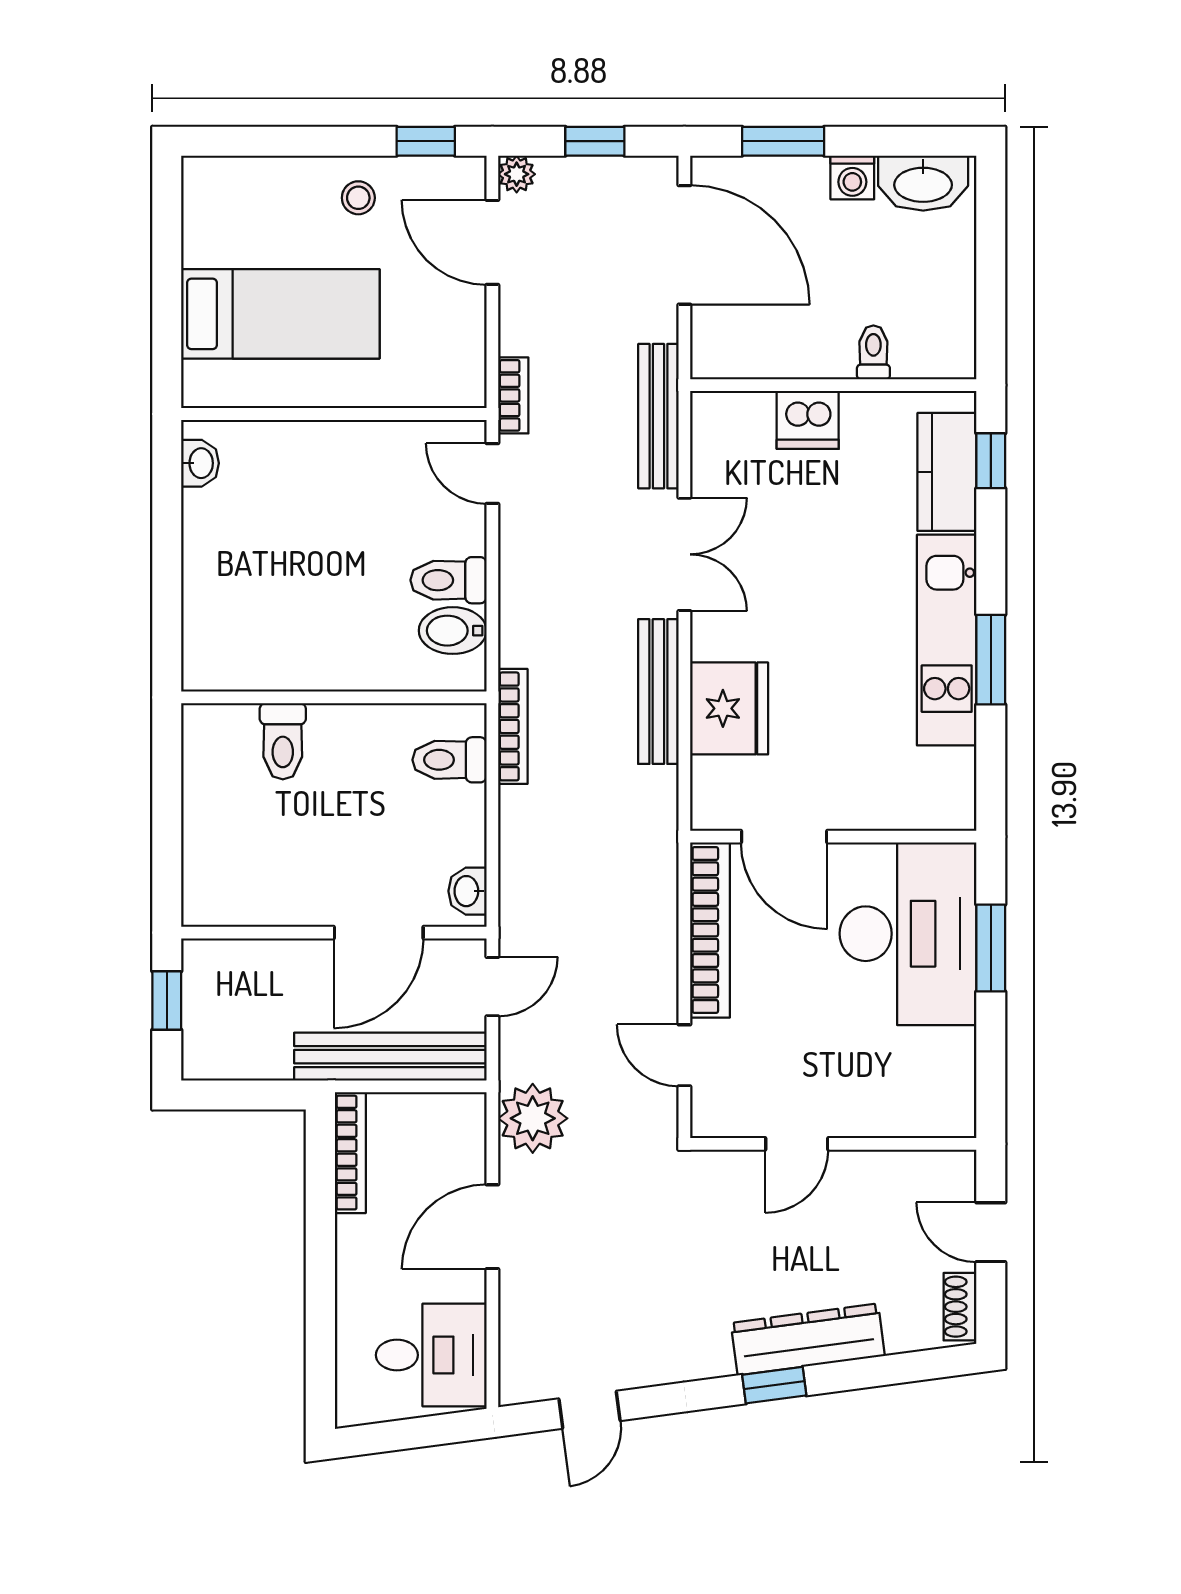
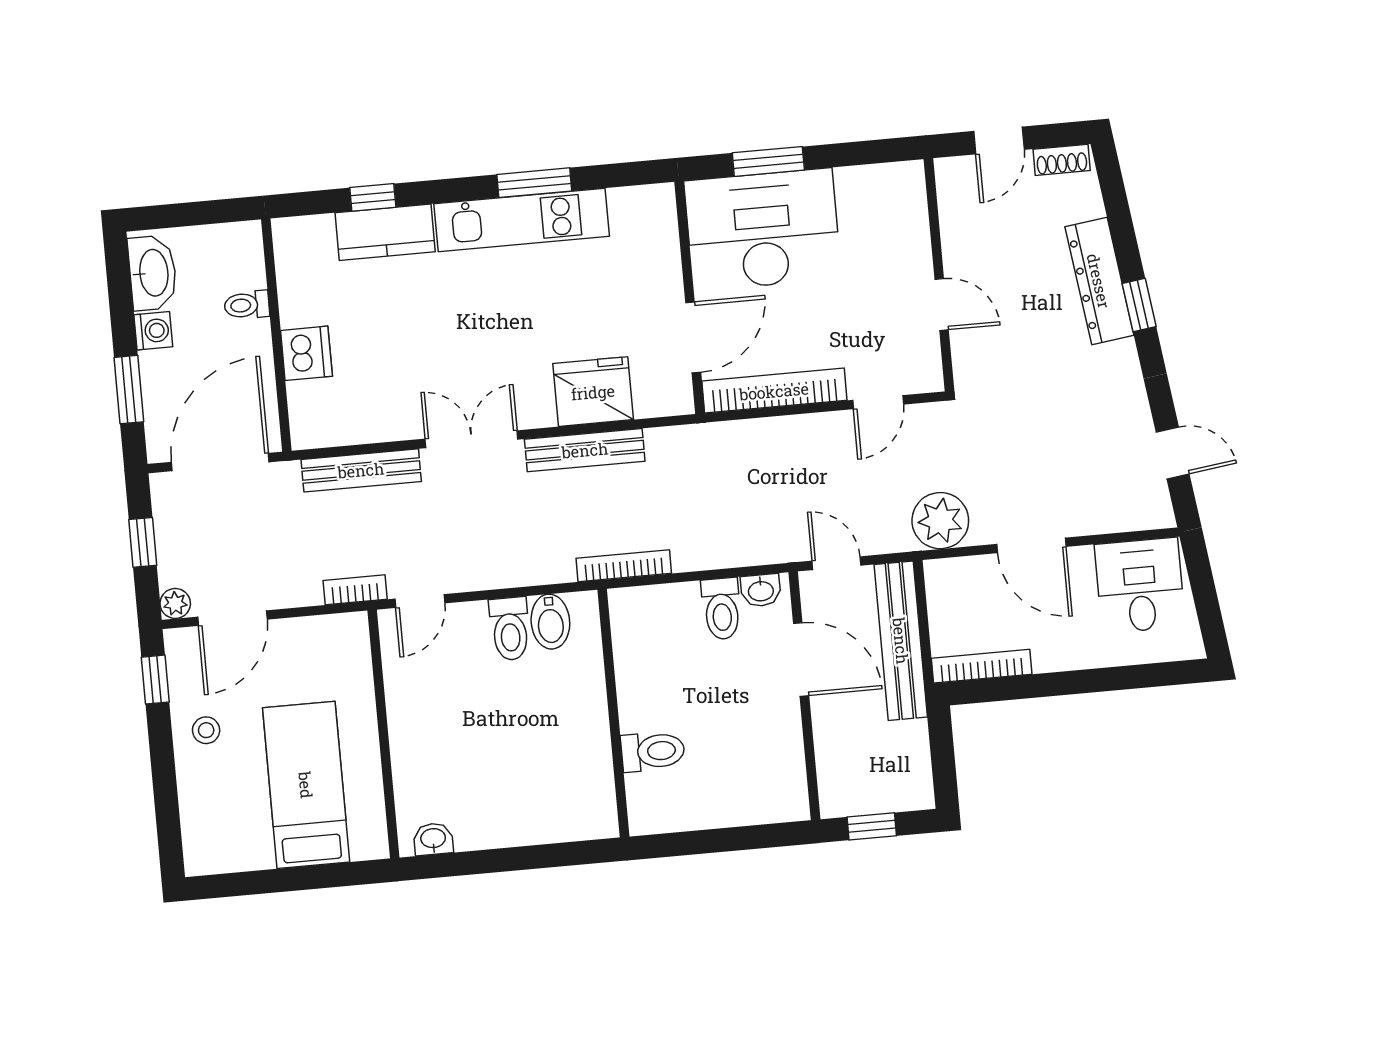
toilet: (873, 352) -> (247, 305), moved
wall: (833, 385) -> (276, 335), moved
dishwasher: (808, 420) -> (306, 353), moved
toilet: (449, 760) -> (722, 609), moved

